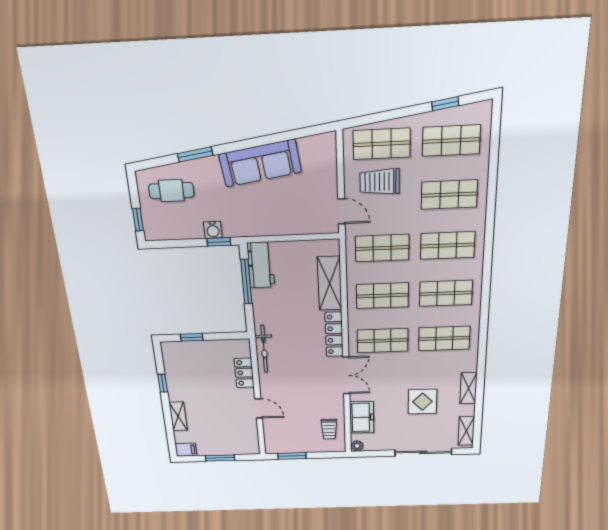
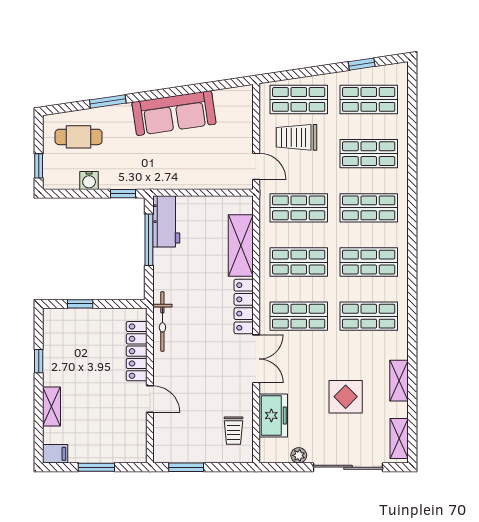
water cooler: (213, 230) -> (89, 180), moved
locker: (244, 373) -> (137, 351), width x1.53
plant: (357, 446) -> (299, 455), moved

